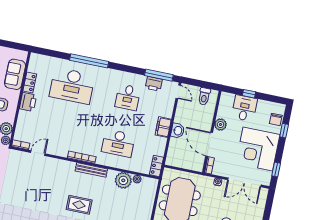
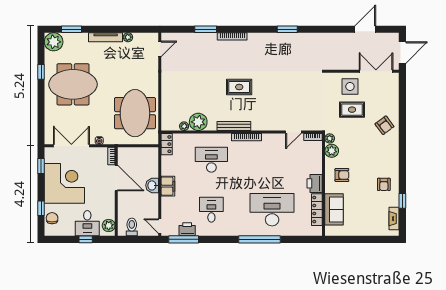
locker: (30, 83) -> (317, 210), width x1.53
plant: (221, 125) -> (109, 225), moved

